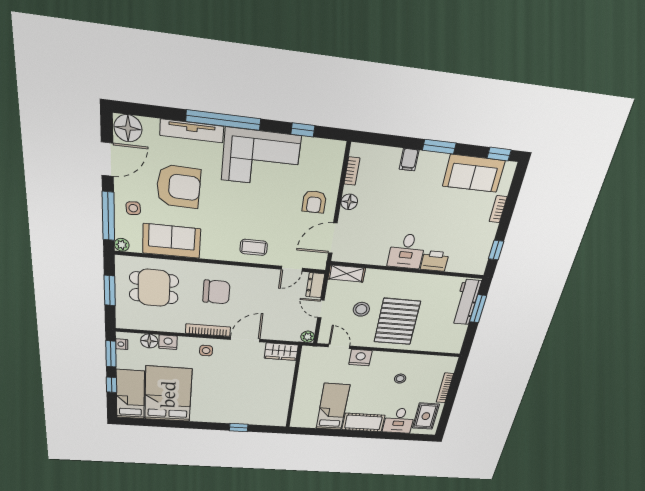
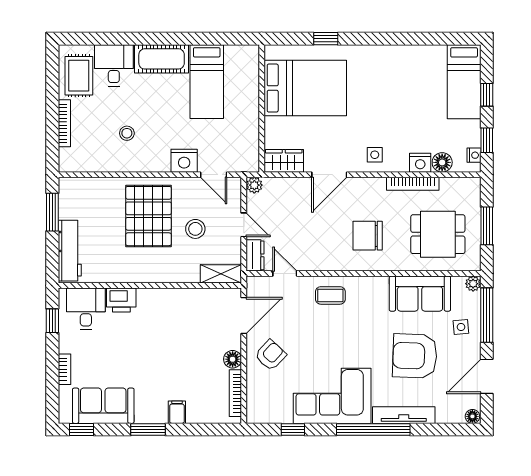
floor lamp: (128, 128) -> (472, 416), width x0.53, depth x0.53
bookcase: (352, 171) -> (235, 393), width x1.56
armchair: (314, 202) -> (271, 355), turned 43
desk: (407, 251) -> (86, 309), moved
door: (292, 269) -> (285, 274), hinge flipped
window: (478, 309) -> (52, 212), moved
bookcase: (208, 330) -> (413, 184), moved
window: (111, 354) -> (487, 140), width x0.67
bed: (168, 394) -> (305, 88), moved, turned -90

